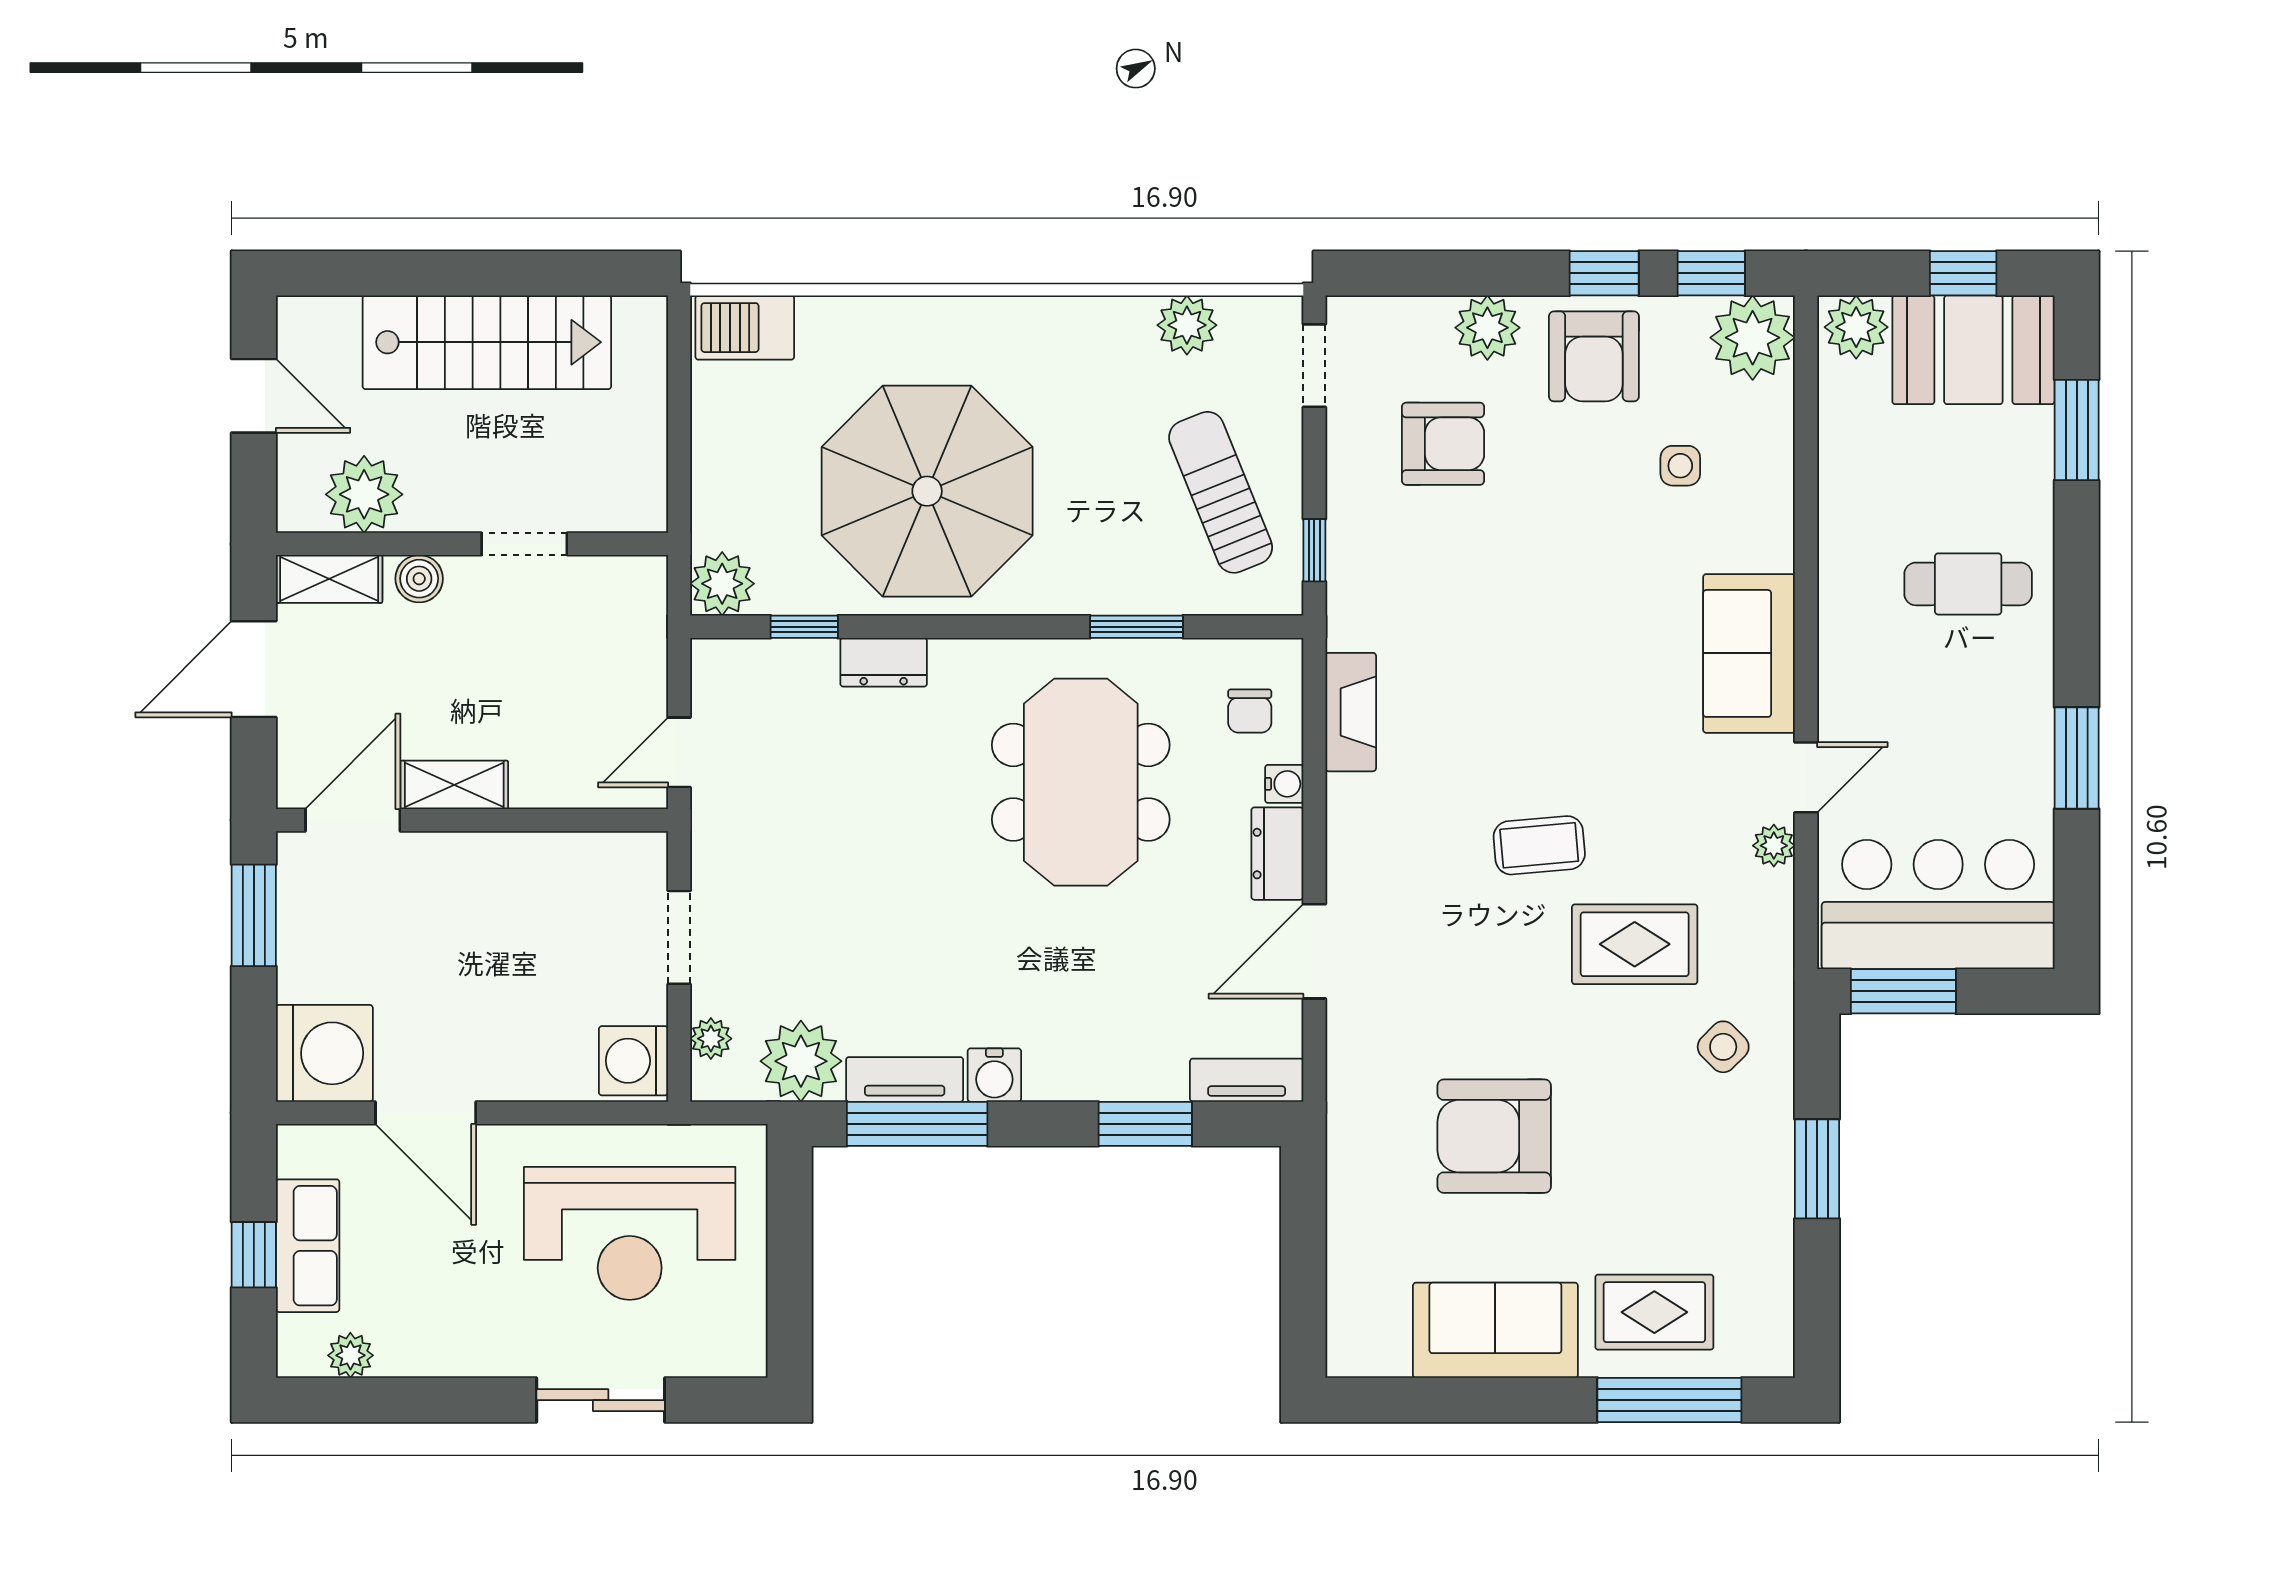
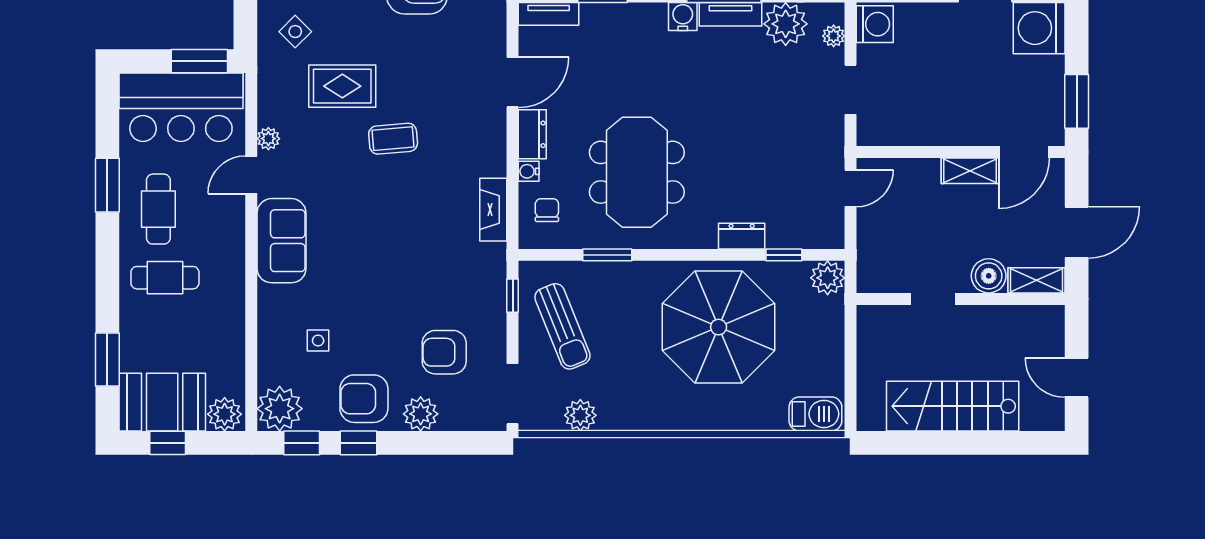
armchair: (1594, 356) -> (364, 399), turned -90
doorway: (1314, 366) -> (513, 394), width x1.38
plant: (364, 494) -> (1018, 325), removed
boiler: (419, 579) -> (989, 276), width x1.36, depth x1.36
cafe table: (1981, 713) -> (158, 209), added

